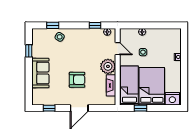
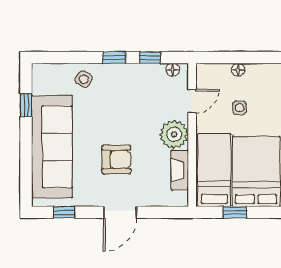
window: (53, 25) -> (114, 58), moved
door: (118, 49) -> (192, 101), hinge flipped
sofa: (40, 73) -> (52, 147), width x1.85, depth x1.27

